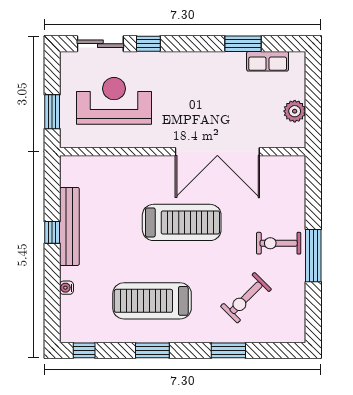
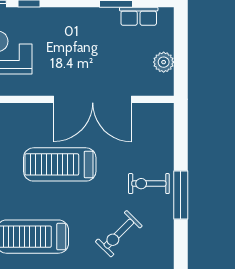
treadmill: (182, 222) -> (60, 164), turned 180

